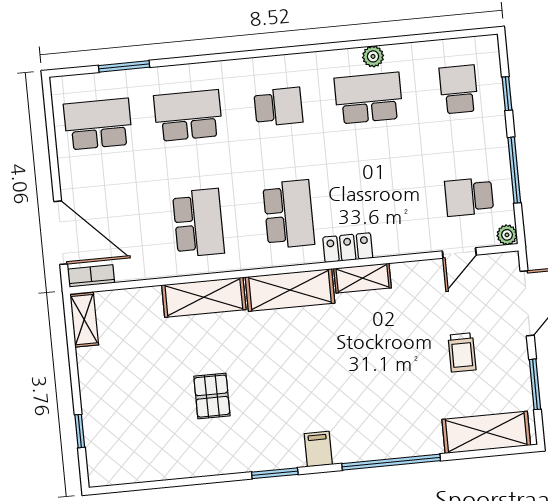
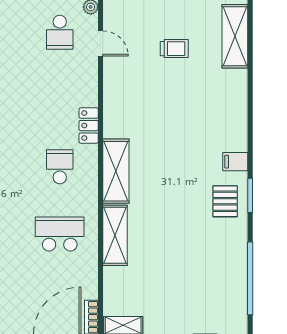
school desk: (289, 214) -> (60, 167), width x0.54
shelving: (362, 278) -> (112, 117), removed
pallet: (212, 396) -> (225, 201), moved, turned 90
window: (391, 462) -> (250, 278), moved

